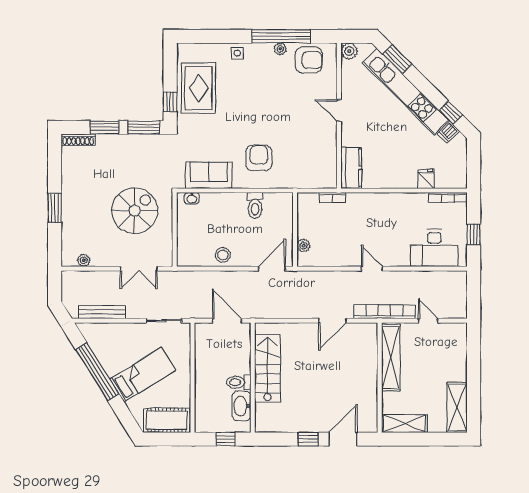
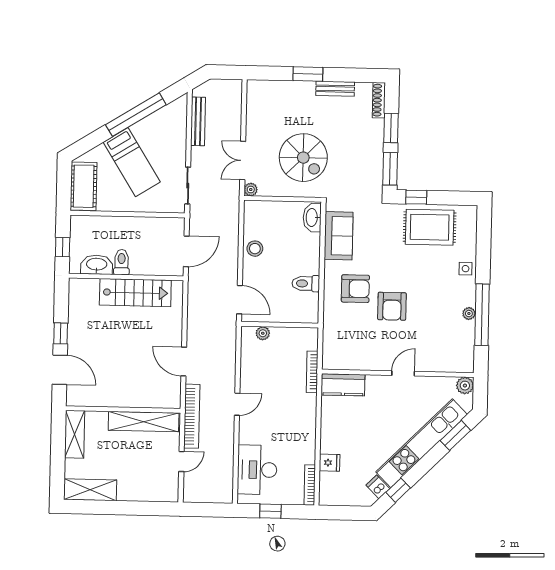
armchair: (309, 60) -> (392, 306), moved
bench: (68, 182) -> (335, 89), added
washbasin: (192, 198) -> (312, 218), width x1.91, depth x1.45
bookcase: (332, 198) -> (312, 372), width x1.56
plant: (84, 260) -> (251, 190), moved

